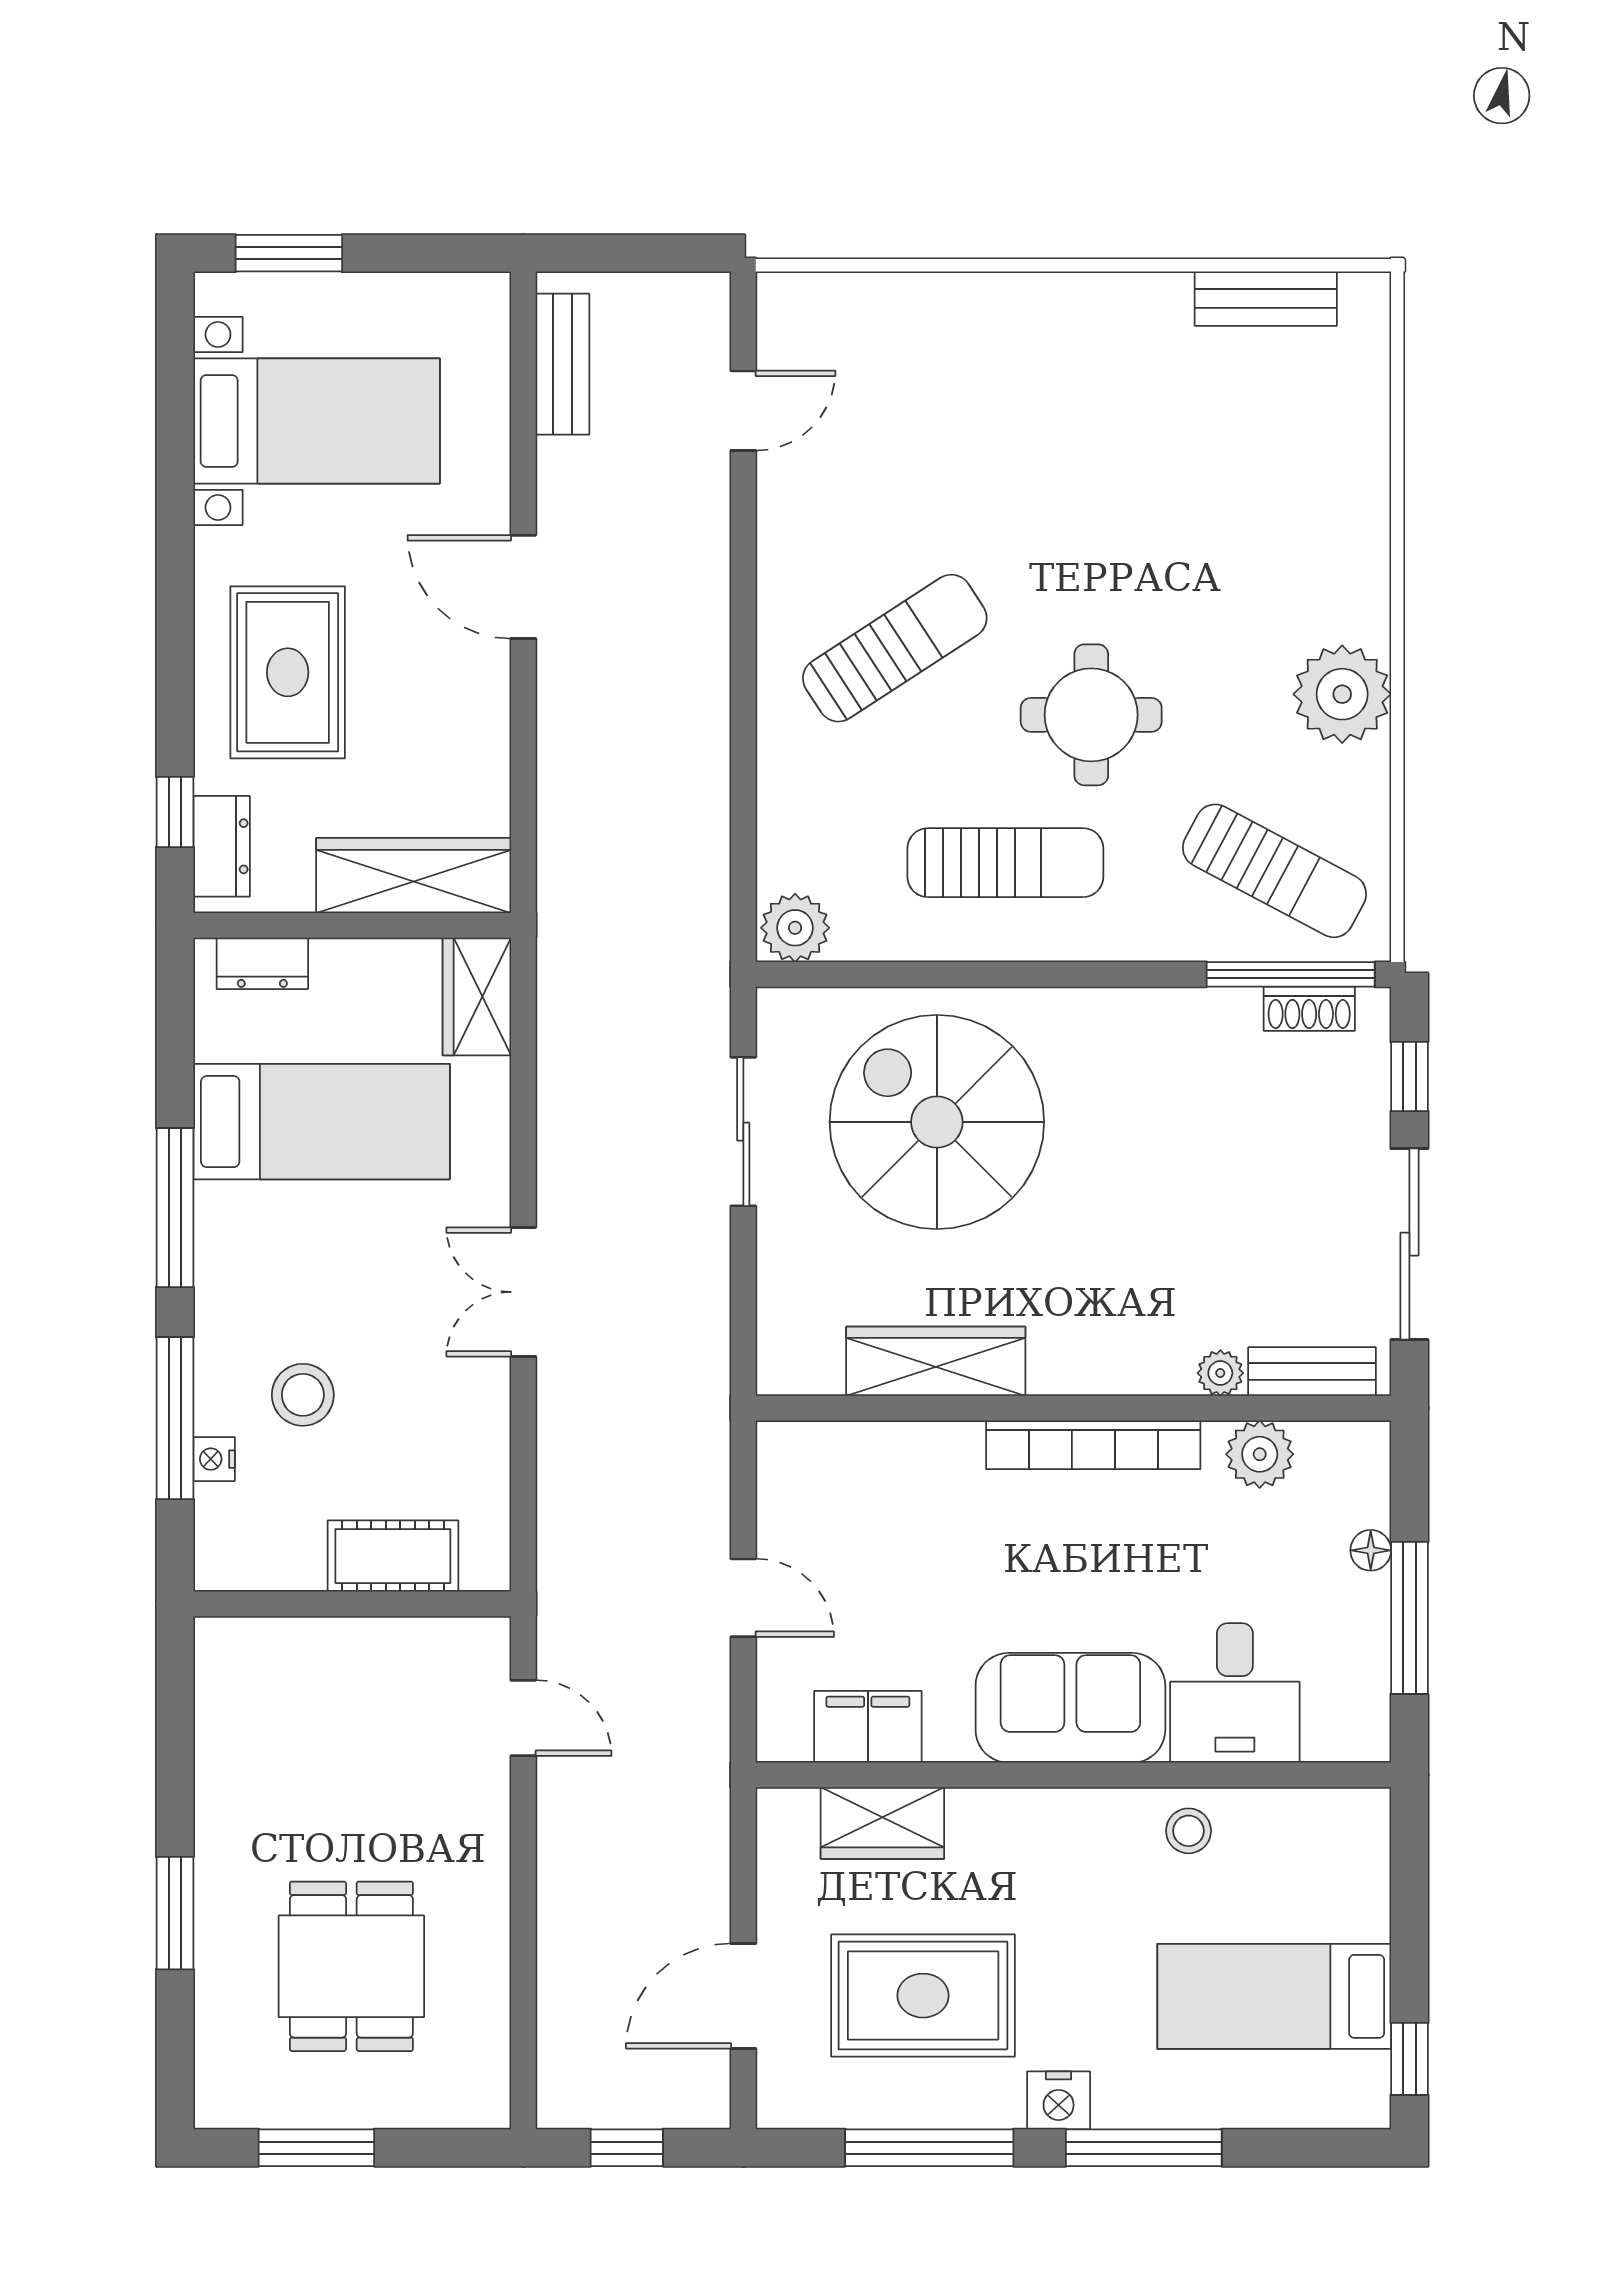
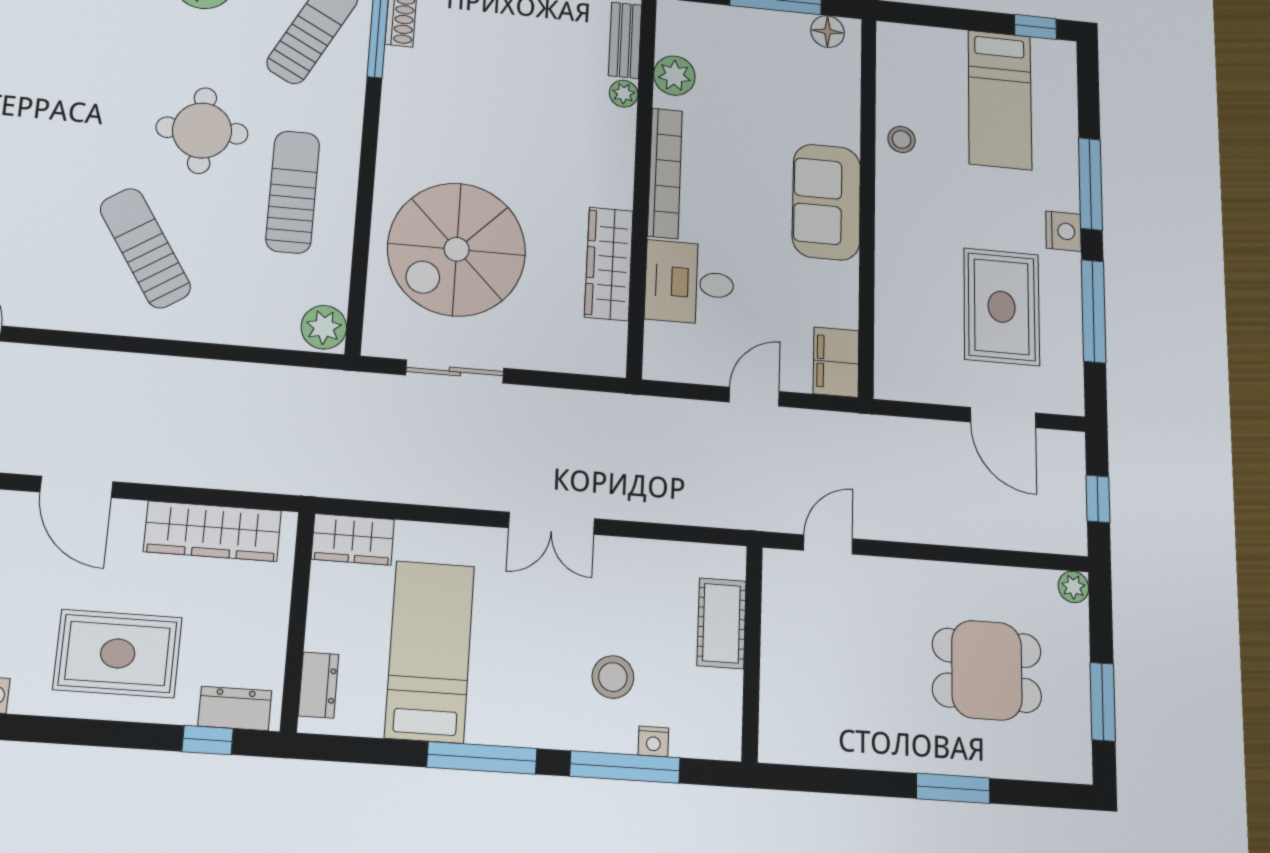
door: (523, 587) -> (76, 487), hinge flipped
wardrobe: (414, 876) -> (213, 531), moved, turned -90
floor lamp: (1371, 1550) -> (828, 32), moved, width x1.37, depth x1.37
desk: (1235, 1693) -> (690, 283), moved, turned 180
filing cabinet: (868, 1727) -> (836, 362), moved
wardrobe: (882, 1823) -> (896, 322), removed
plant: (487, 2105) -> (1073, 587), added

